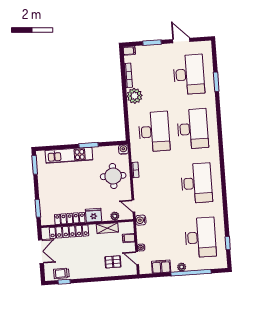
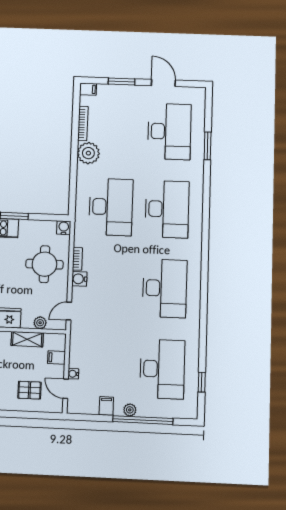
door: (133, 206) -> (69, 311), hinge flipped
water cooler: (141, 220) -> (79, 279), moved
filing cabinet: (161, 267) -> (106, 406), width x0.50

